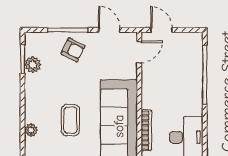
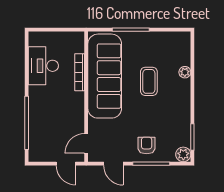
armchair: (73, 50) -> (147, 145), turned 63
plant: (33, 65) -> (183, 154), moved

